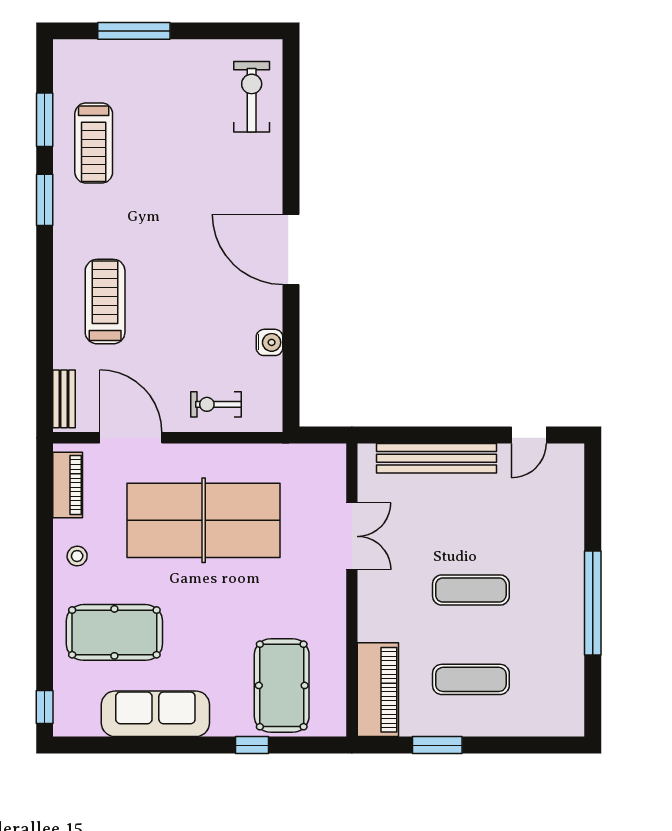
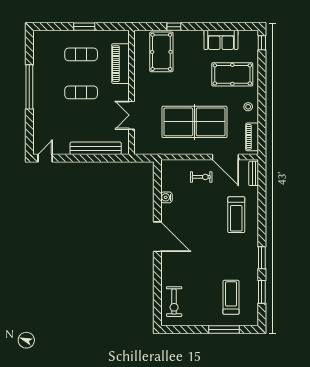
treadmill: (94, 143) -> (231, 297), moved
exercise bike: (216, 404) -> (201, 177), moved
door: (529, 435) -> (45, 158), moved
piano: (378, 690) -> (121, 64), moved
sofa: (155, 714) -> (221, 40), width x0.73
window: (437, 745) -> (84, 27), moved

